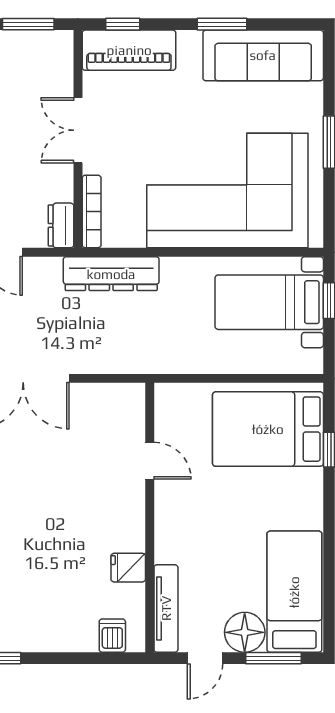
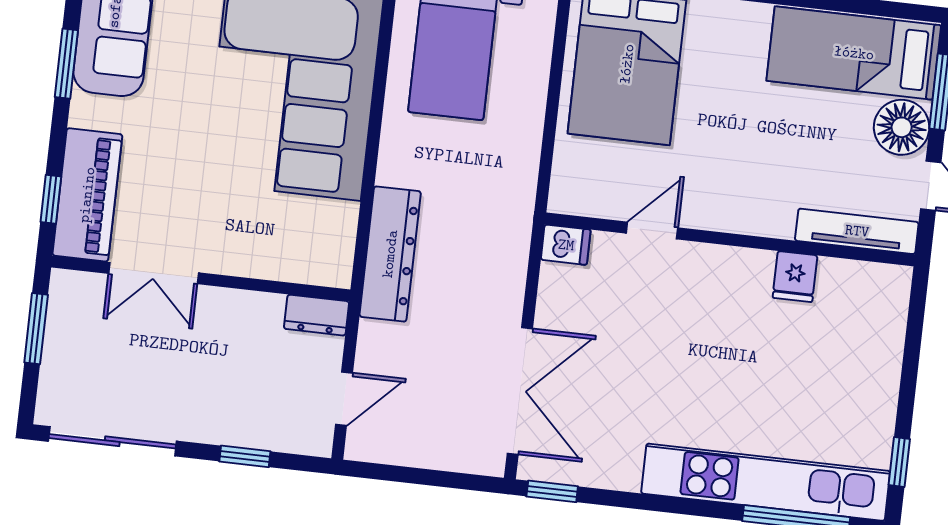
double door: (78, 130) -> (154, 273), moved
bookcase: (92, 211) -> (302, 271), removed
dishwasher: (112, 636) -> (566, 245), moved, turned 180

